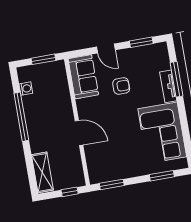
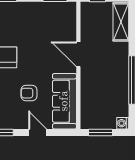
sofa: (83, 77) -> (64, 101), width x1.36
washing machine: (26, 89) -> (123, 123), moved

